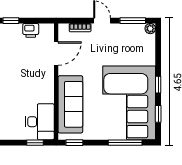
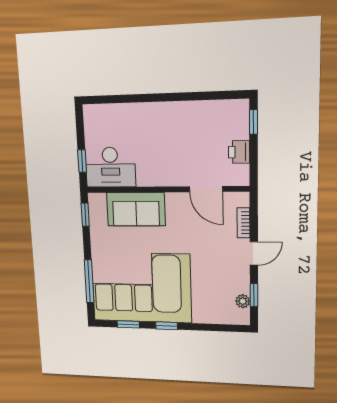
window: (133, 21) -> (254, 295), width x0.67
plant: (150, 29) -> (243, 301), moved
sofa: (70, 104) -> (136, 209), width x0.73

